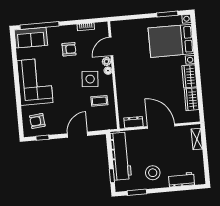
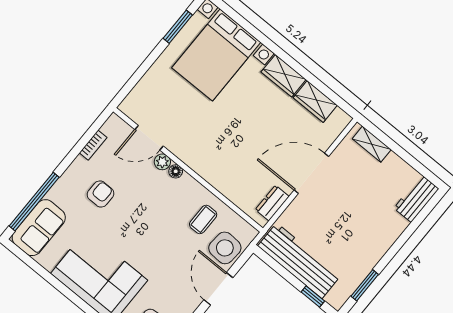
door: (111, 46) -> (149, 138), hinge flipped
side table: (90, 79) -> (225, 248), moved
stool: (153, 173) -> (360, 241), removed
workbench: (181, 180) -> (416, 198), moved

